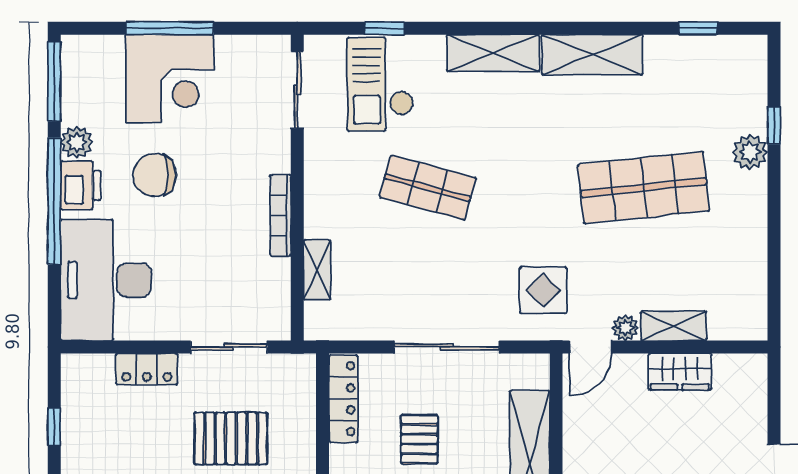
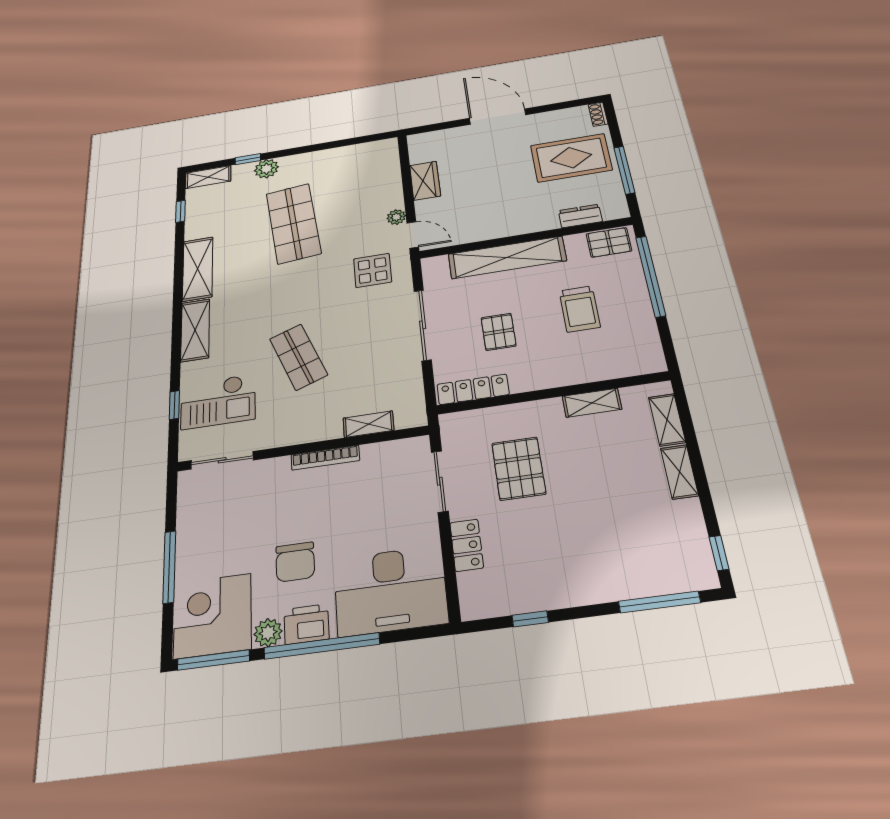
corner desk: (170, 78) -> (213, 616), moved, turned -90
shop shelf: (428, 188) -> (298, 357), turned -36
shelving: (673, 326) -> (208, 177), moved, turned 90
pallet: (419, 439) -> (499, 332), turned 90

